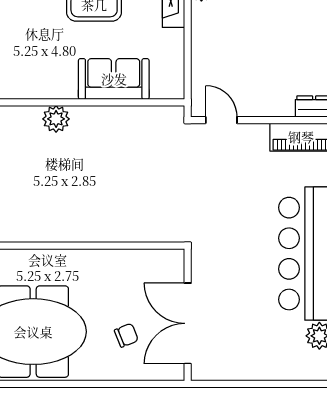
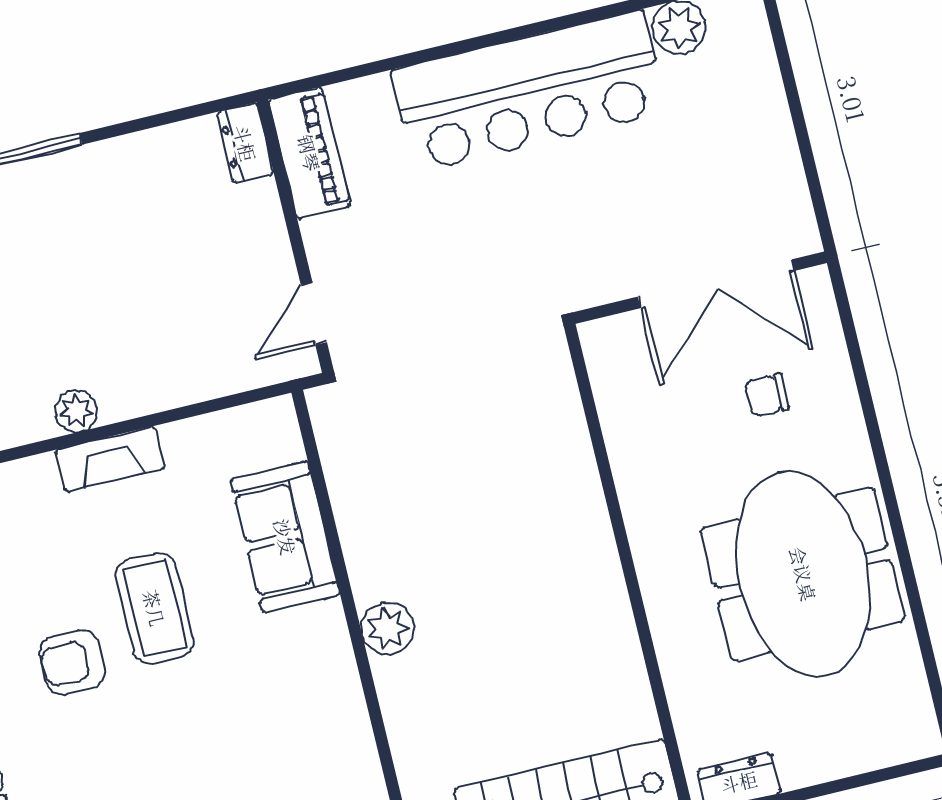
chair: (126, 335) -> (767, 395), turned -68

